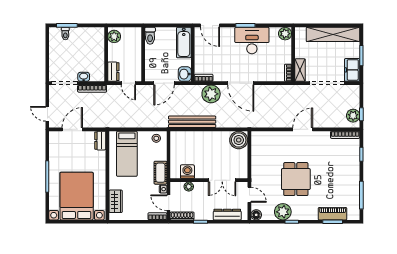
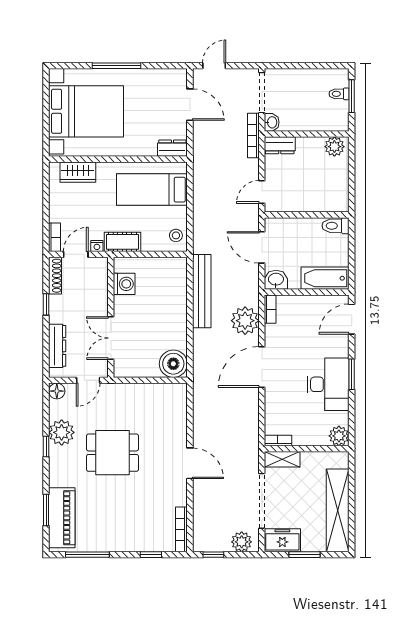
plant: (114, 36) -> (334, 147), moved
wall: (106, 54) -> (307, 134), moved
dresser: (113, 72) -> (280, 145), moved
plant: (353, 116) -> (242, 542), moved
plant: (189, 187) -> (101, 286), removed
piano: (333, 214) -> (62, 518), width x1.37, depth x1.33

